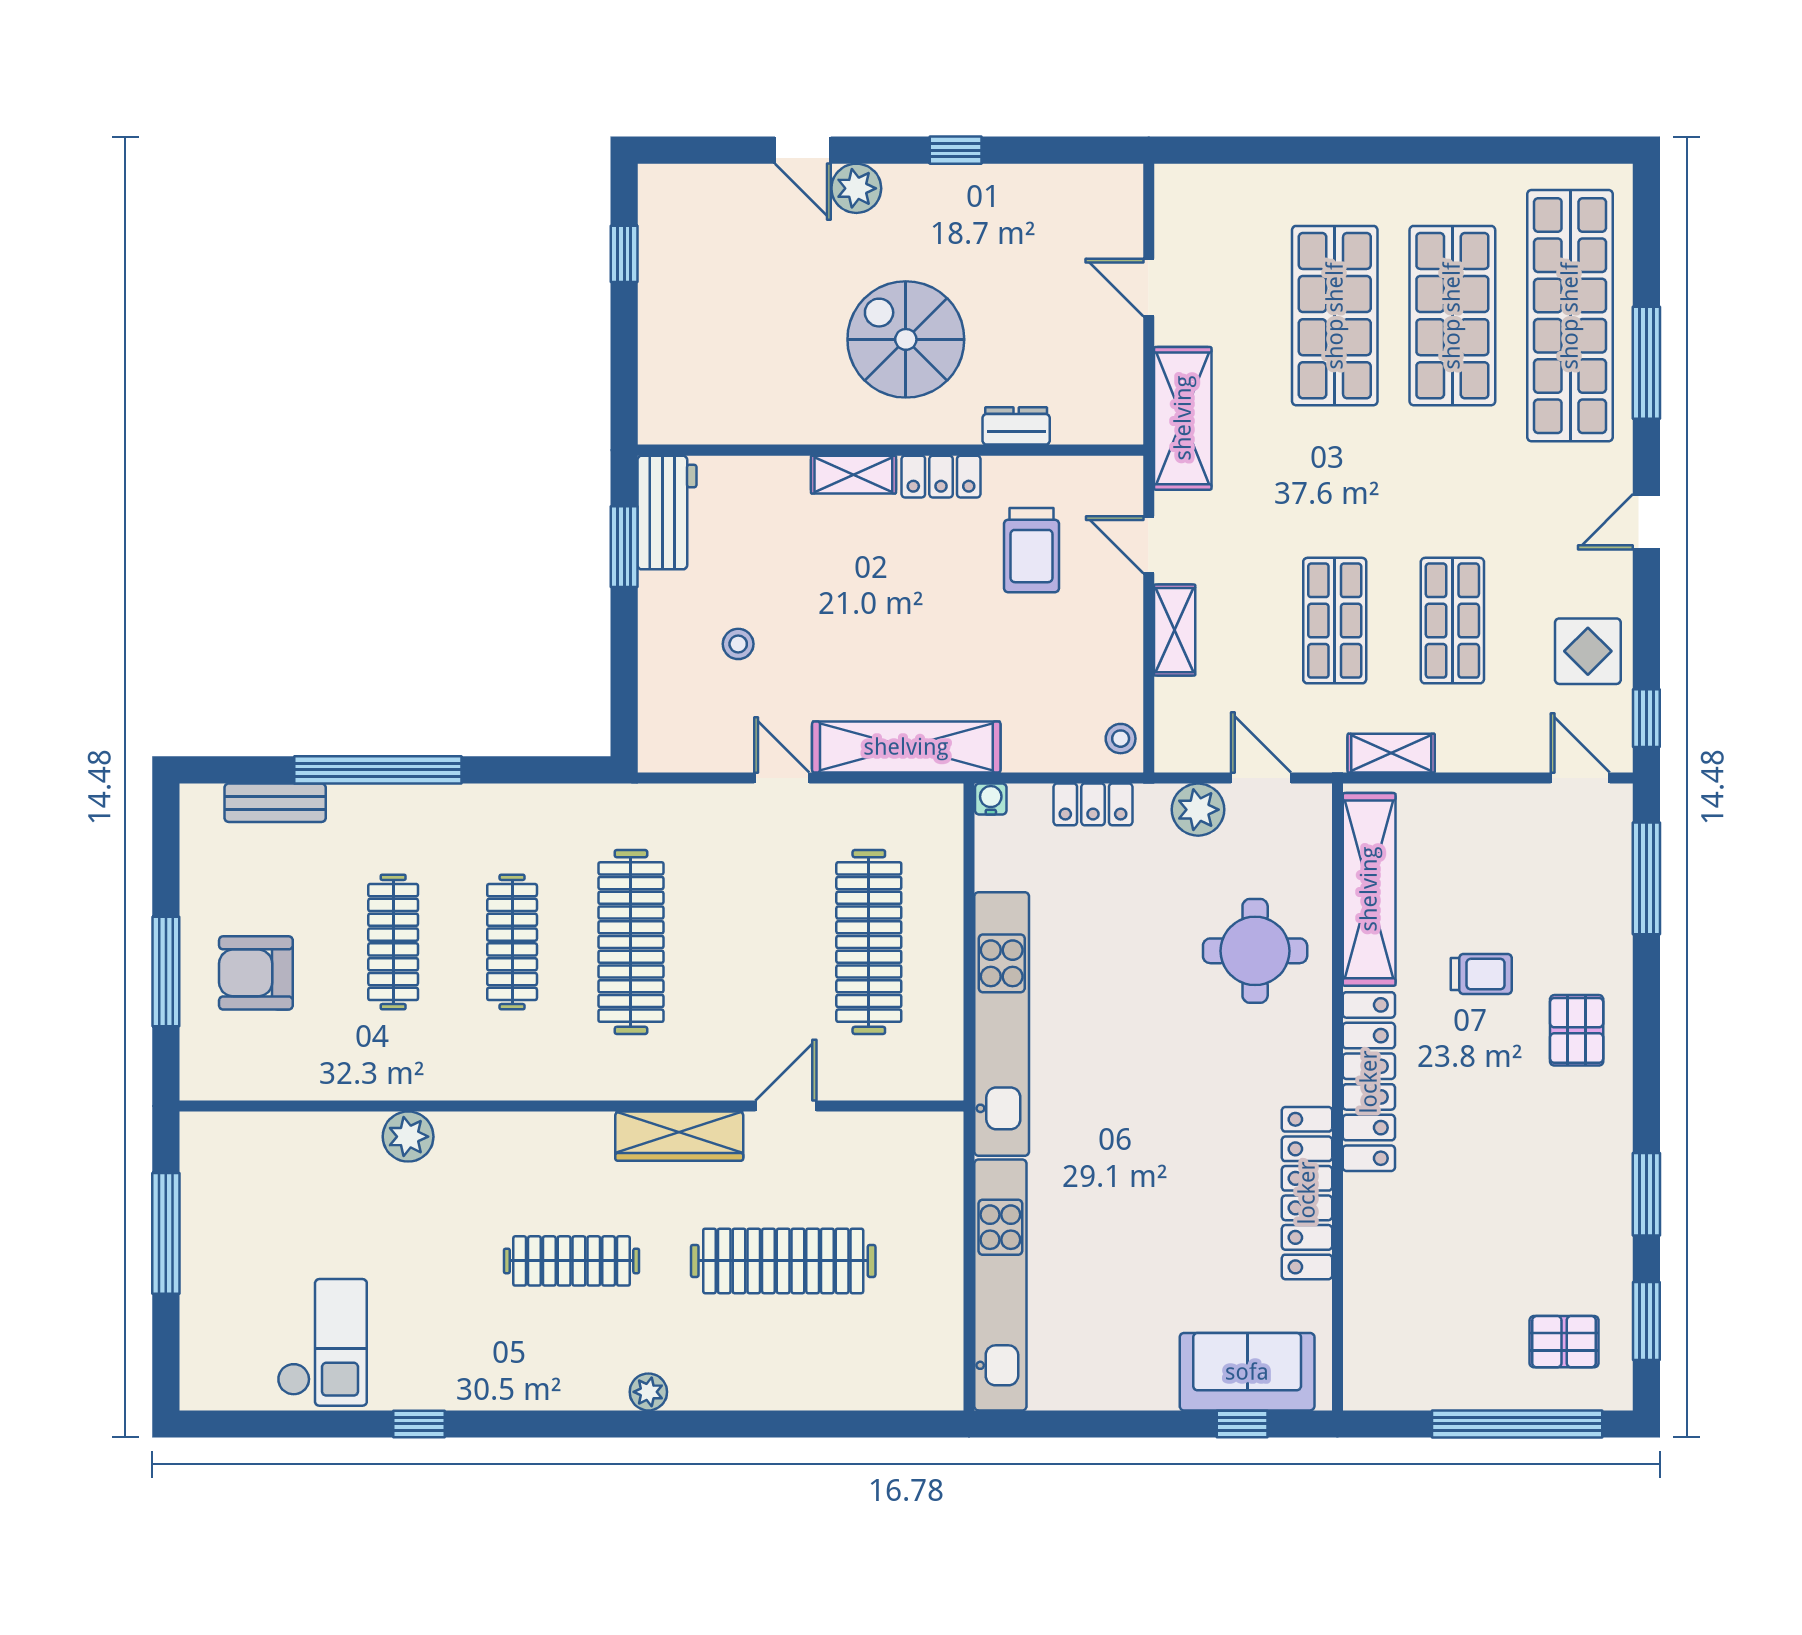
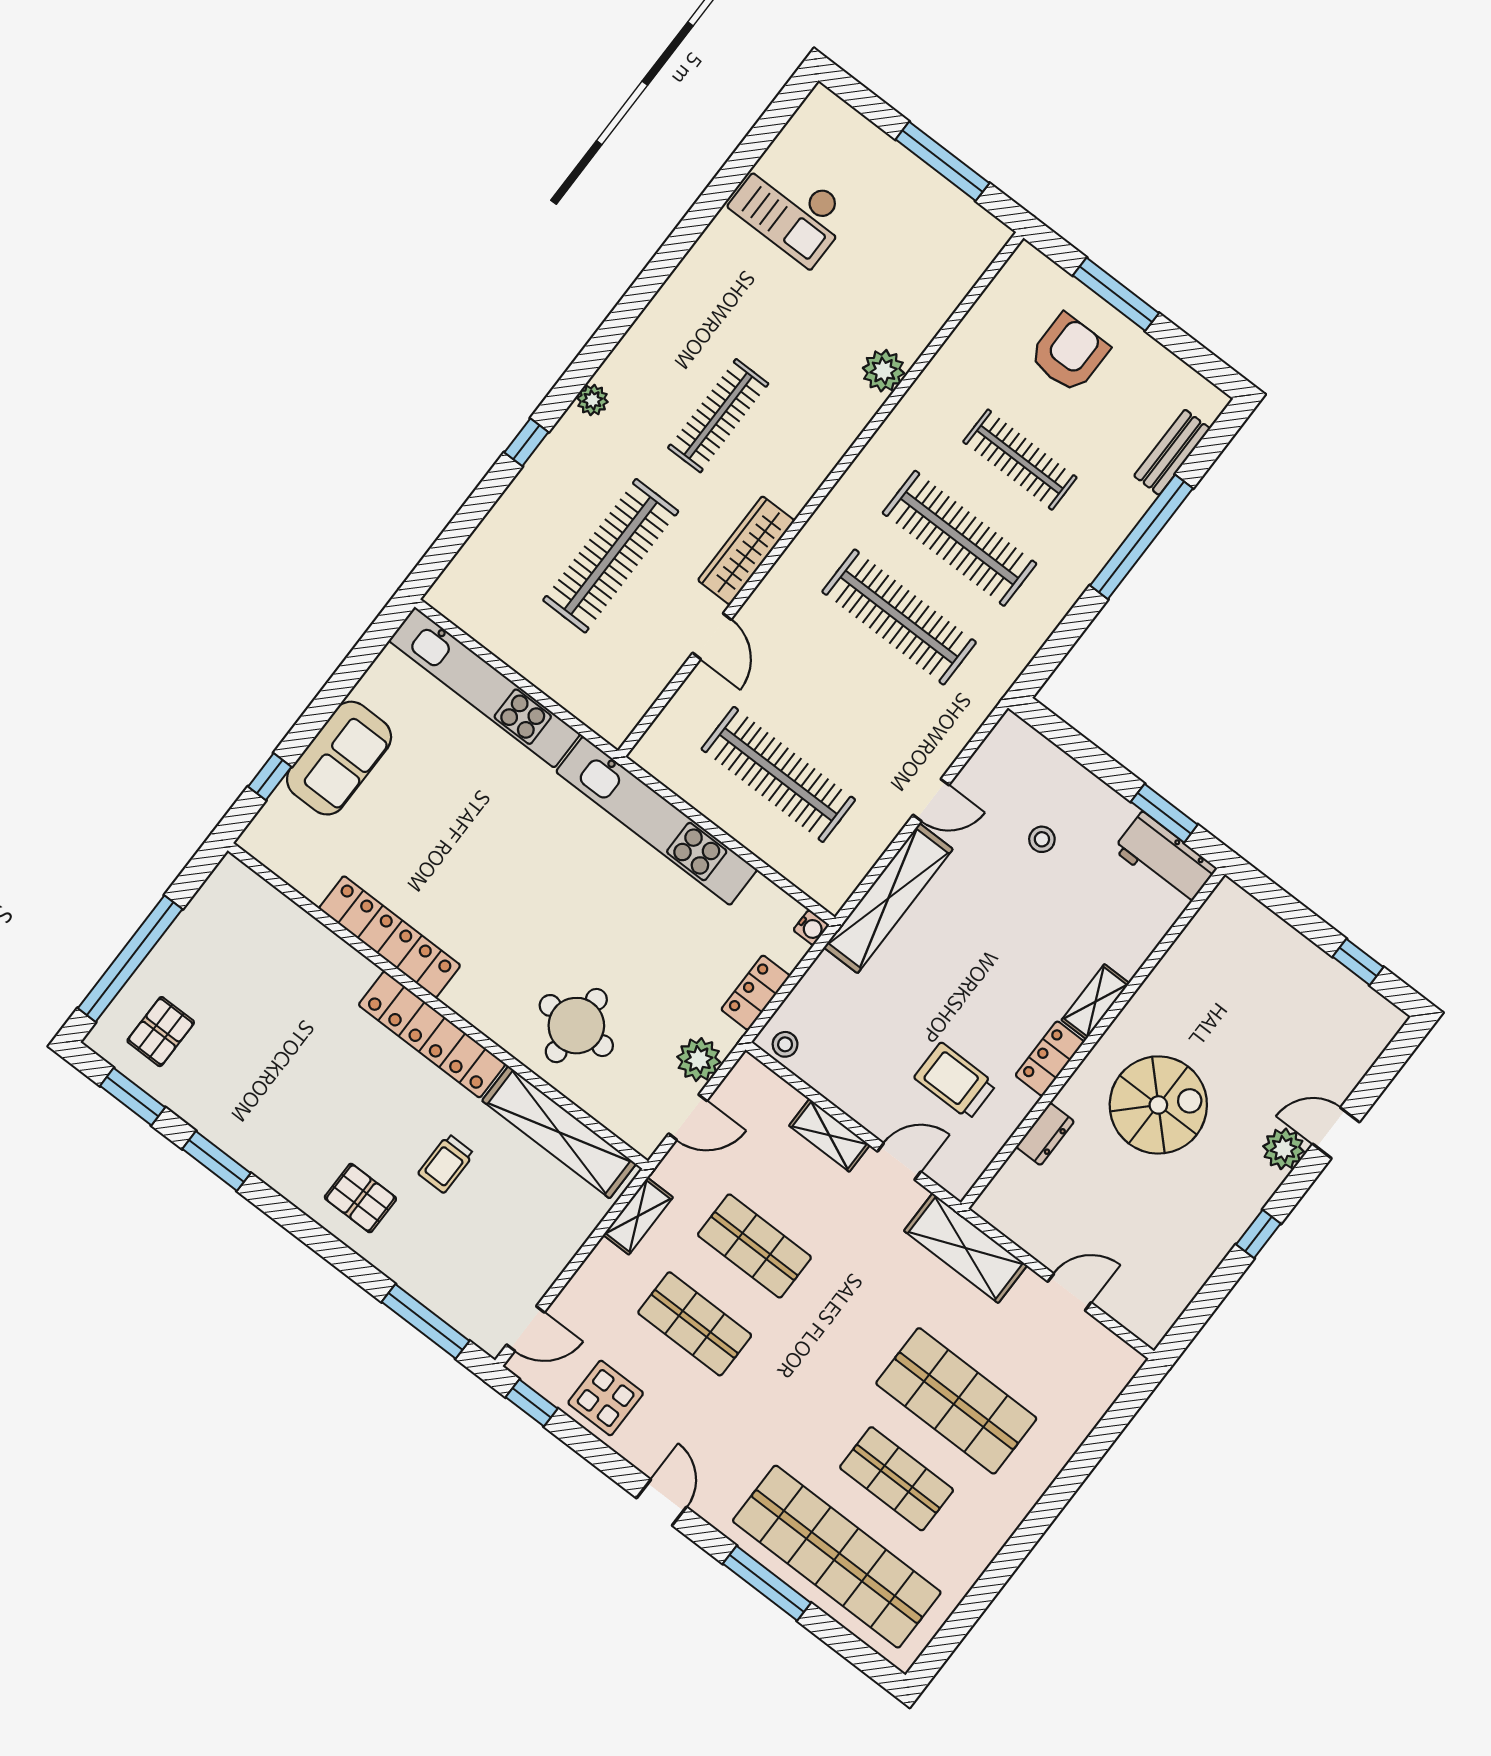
shop shelf: (1452, 316) -> (897, 1479), width x0.70, depth x0.74
clothes rail: (512, 942) -> (960, 538), width x1.37, depth x1.31
sofa: (1247, 1372) -> (339, 758), moved
window: (419, 1424) -> (526, 442), moved

